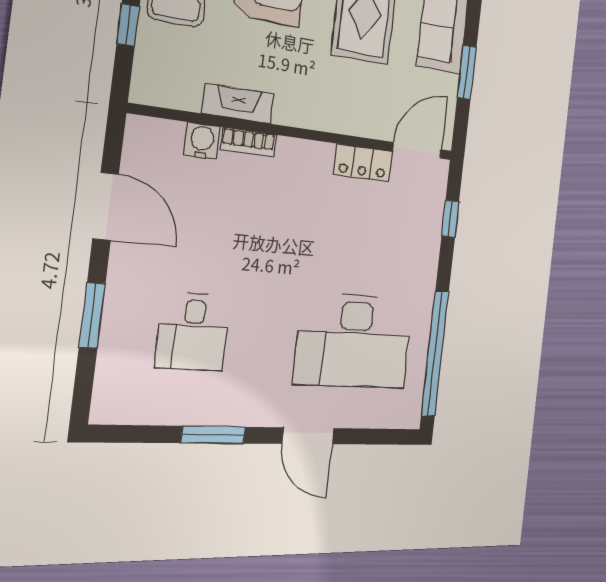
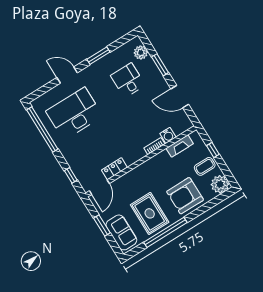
fireplace: (238, 104) -> (180, 146), moved
plant: (114, 377) -> (141, 53), added

